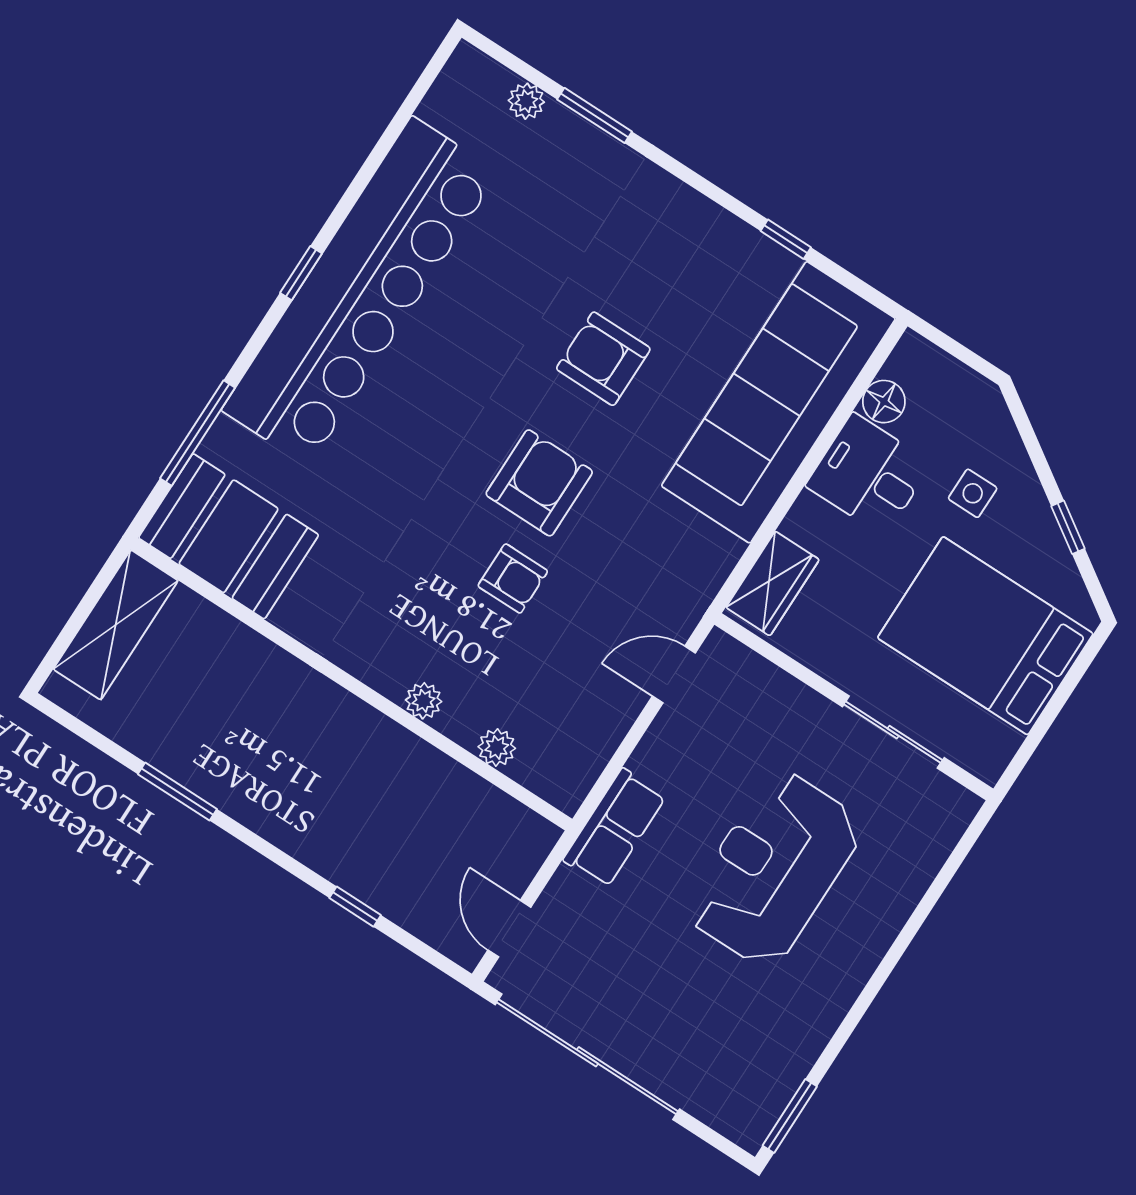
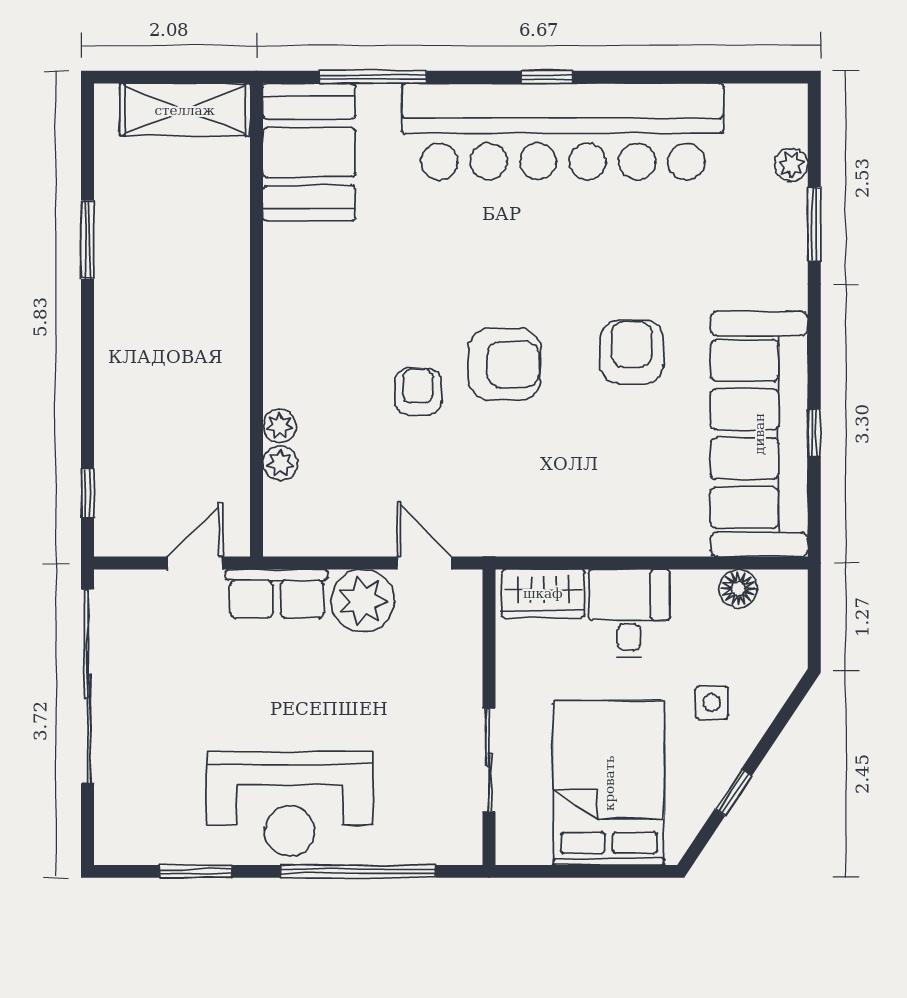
sofa: (778, 402) -> (759, 434), moved, turned -90
desk: (869, 474) -> (629, 613), moved
armchair: (513, 579) -> (418, 392), turned 180
plant: (424, 701) -> (280, 426), moved
plant: (672, 753) -> (363, 601), added
reception desk: (774, 869) -> (289, 804), moved, turned 180
window: (355, 907) -> (88, 493), moved
window: (917, 919) -> (358, 871), added
door: (509, 929) -> (195, 563), moved
window: (790, 1116) -> (196, 871), moved

